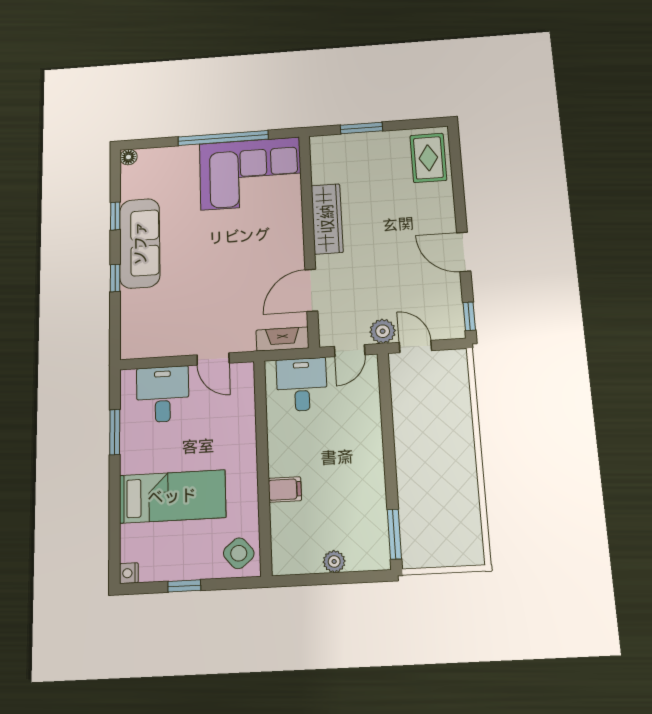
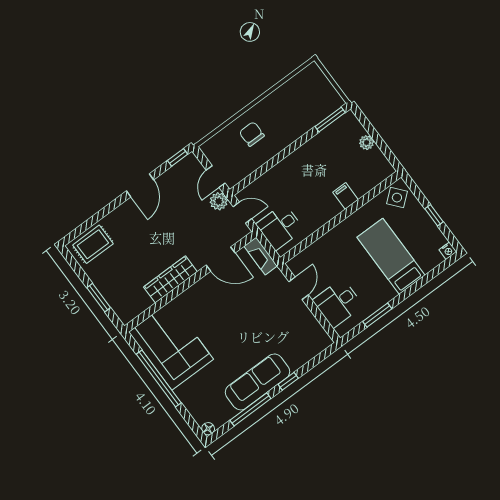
window: (115, 216) -> (250, 409), width x2.17
chair: (440, 424) -> (252, 134), added

